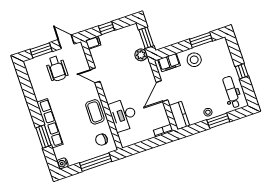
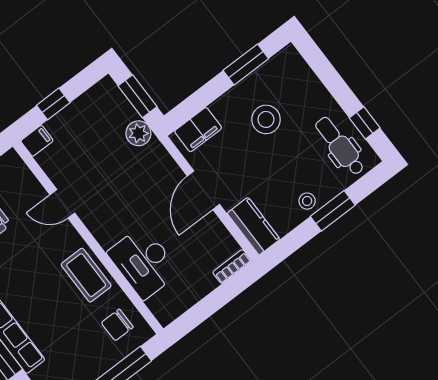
stool: (194, 60) -> (266, 119), moved
window: (242, 71) -> (365, 123), moved

